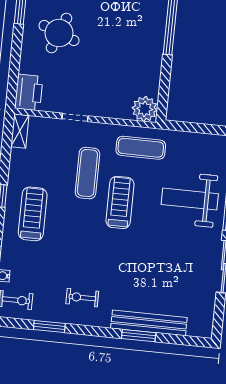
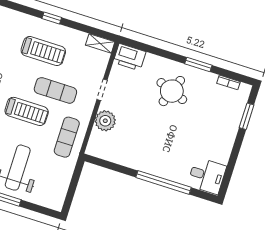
plant: (145, 109) -> (105, 121), moved
treadmill: (33, 214) -> (43, 51), moved

